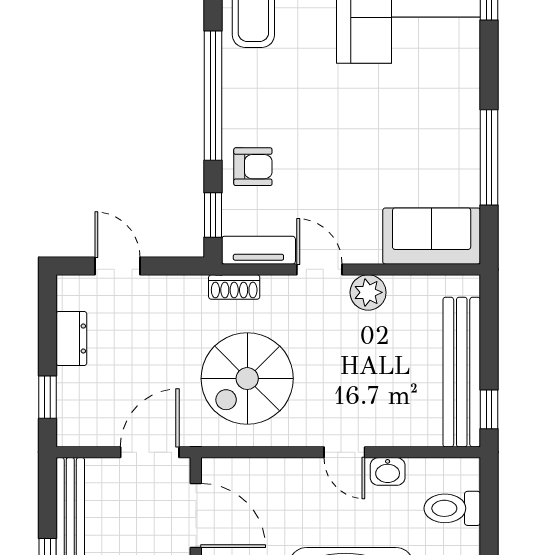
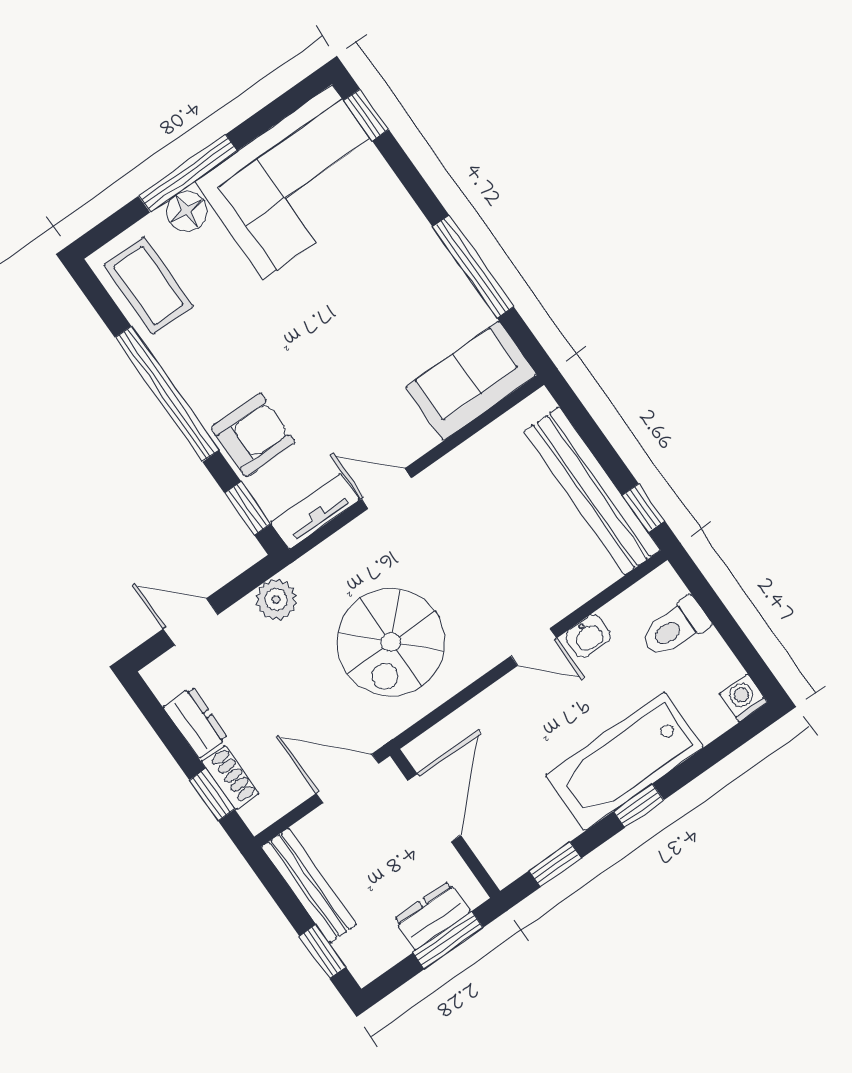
armchair: (253, 167) -> (253, 435), width x1.38, depth x1.38
shoe rack: (234, 287) -> (230, 777), moved, turned -90
plant: (368, 292) -> (276, 599), moved
door: (150, 452) -> (347, 778), hinge flipped
door: (196, 515) -> (434, 808), hinge flipped

